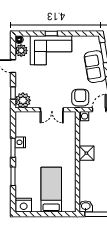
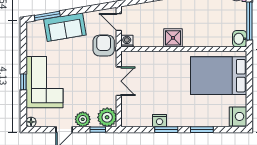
plant: (21, 50) -> (83, 119), moved
armchair: (80, 98) -> (104, 46), turned 90
bed: (51, 190) -> (219, 76), width x1.50

